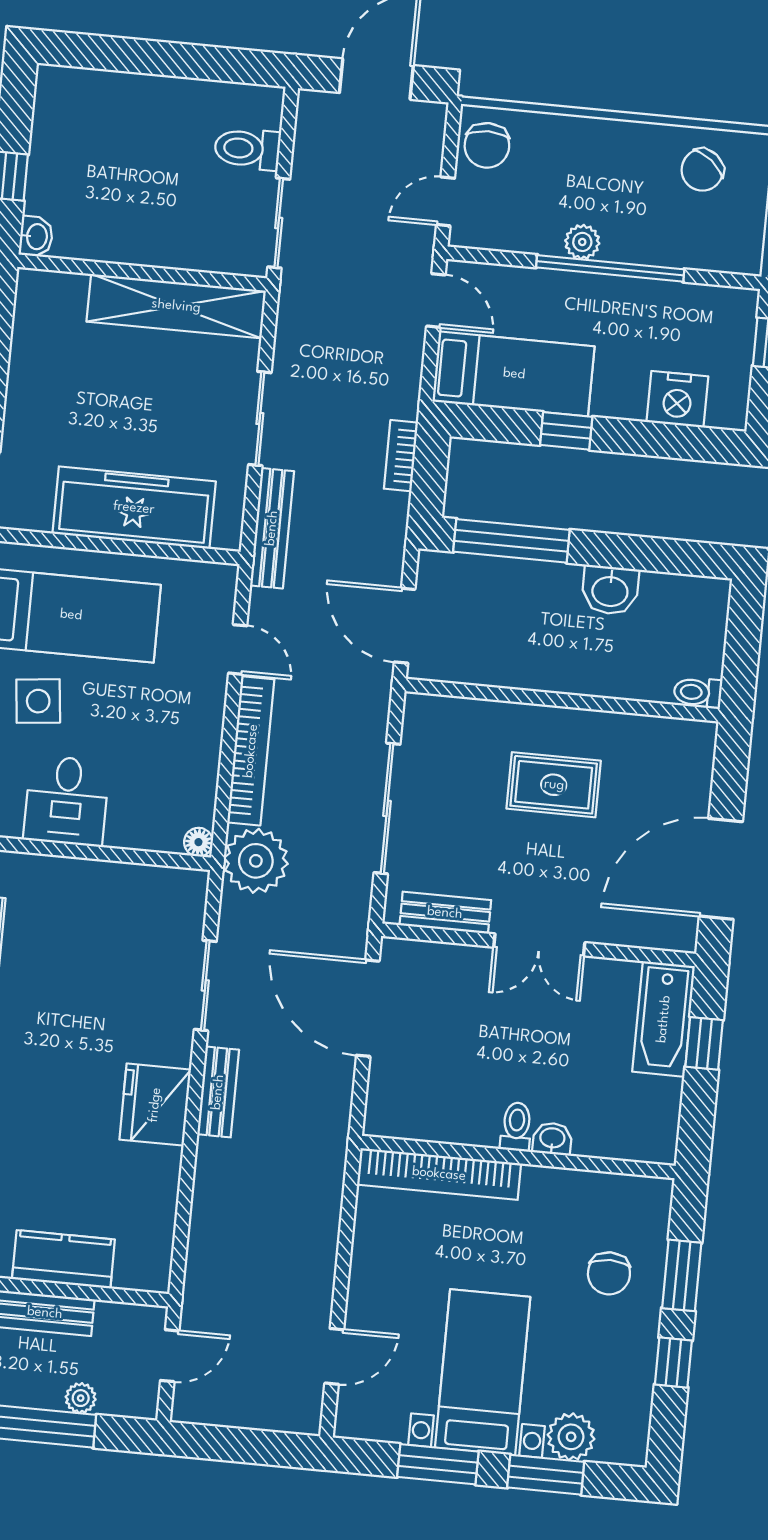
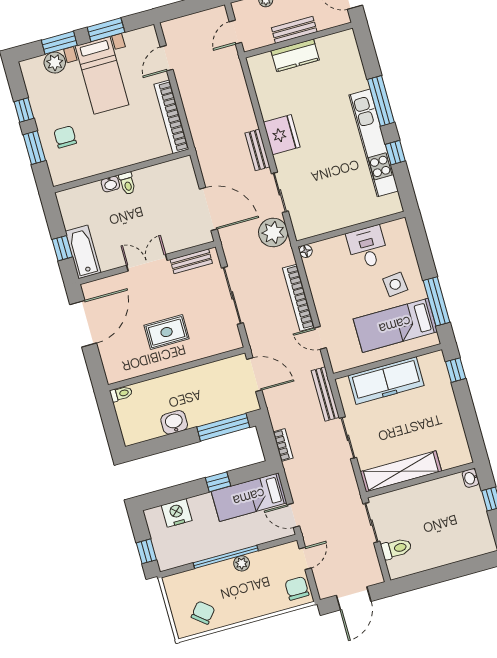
plant: (256, 861) -> (273, 233), moved
bookcase: (439, 1174) -> (171, 117), moved, turned -90

